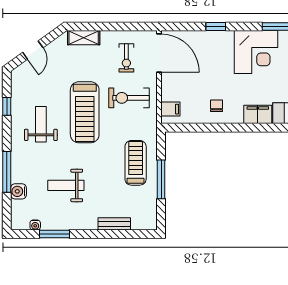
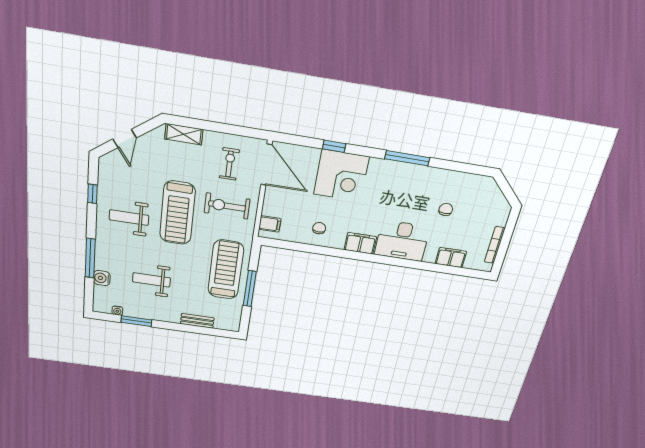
corner desk: (256, 52) -> (341, 176), moved
exercise bike: (126, 58) -> (229, 164), turned 180
weight bench: (41, 124) -> (129, 218), turned -90
treadmill: (136, 163) -> (226, 270), width x1.37, depth x1.38

